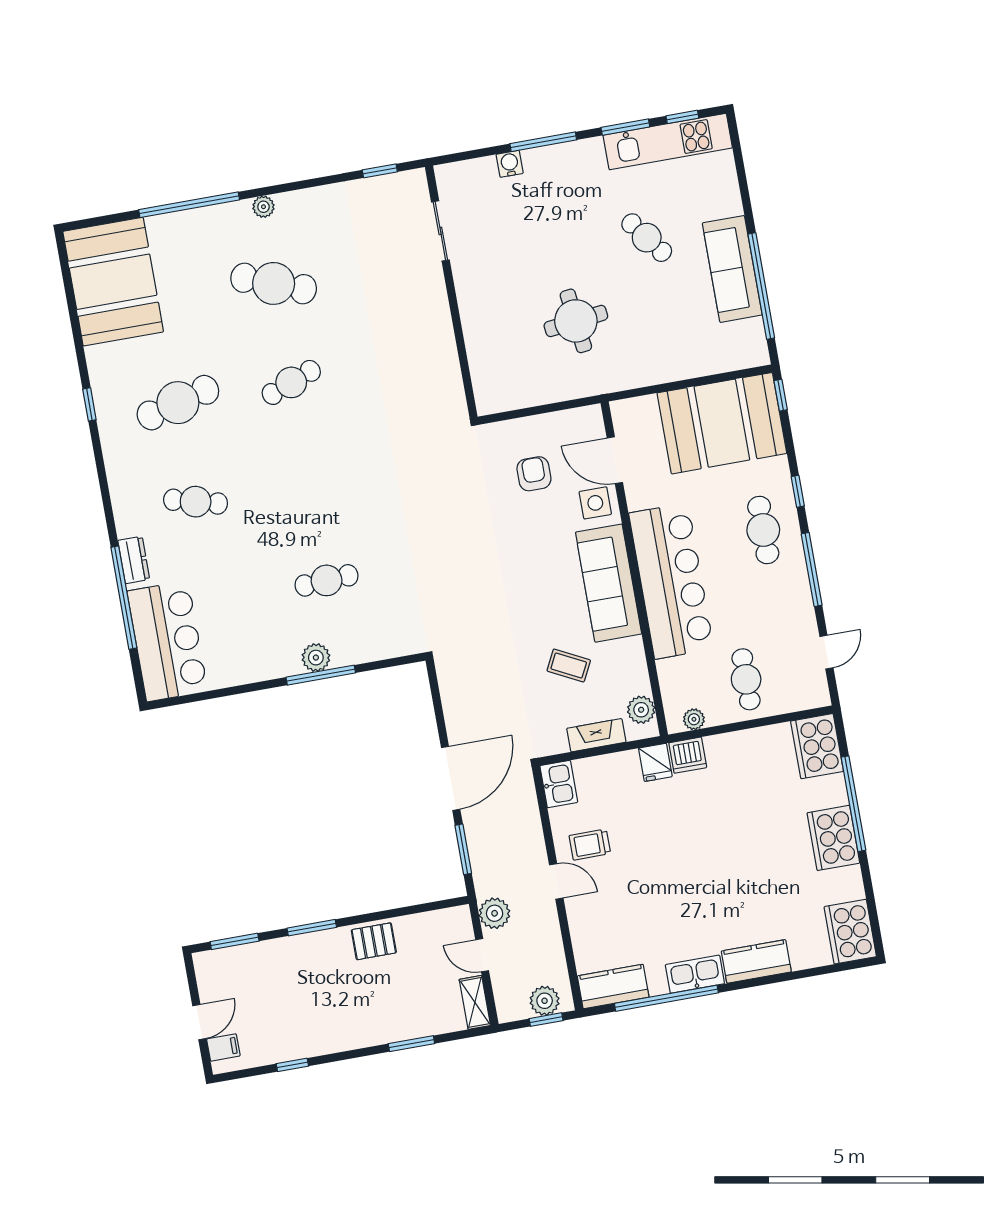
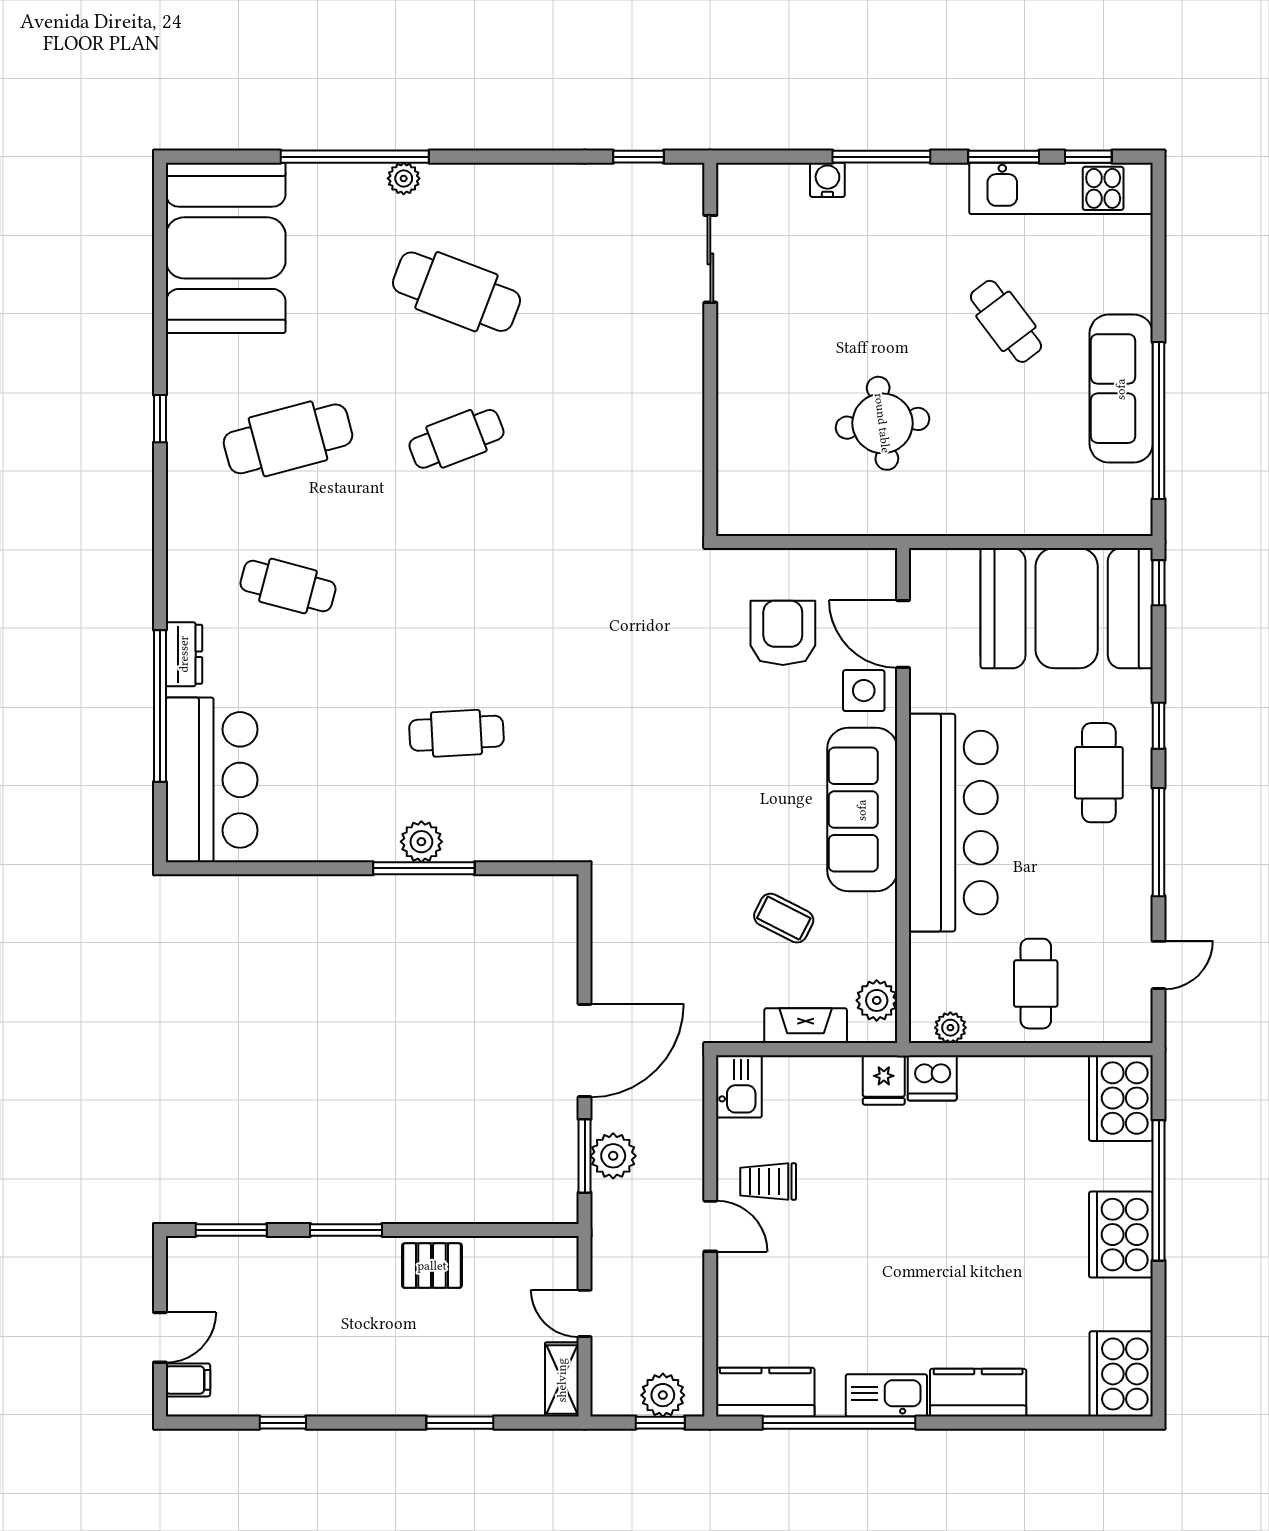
plant: (263, 207) -> (404, 178), moved
armchair: (534, 474) -> (783, 633), width x1.38, depth x1.38
plant: (495, 913) -> (613, 1156), moved

